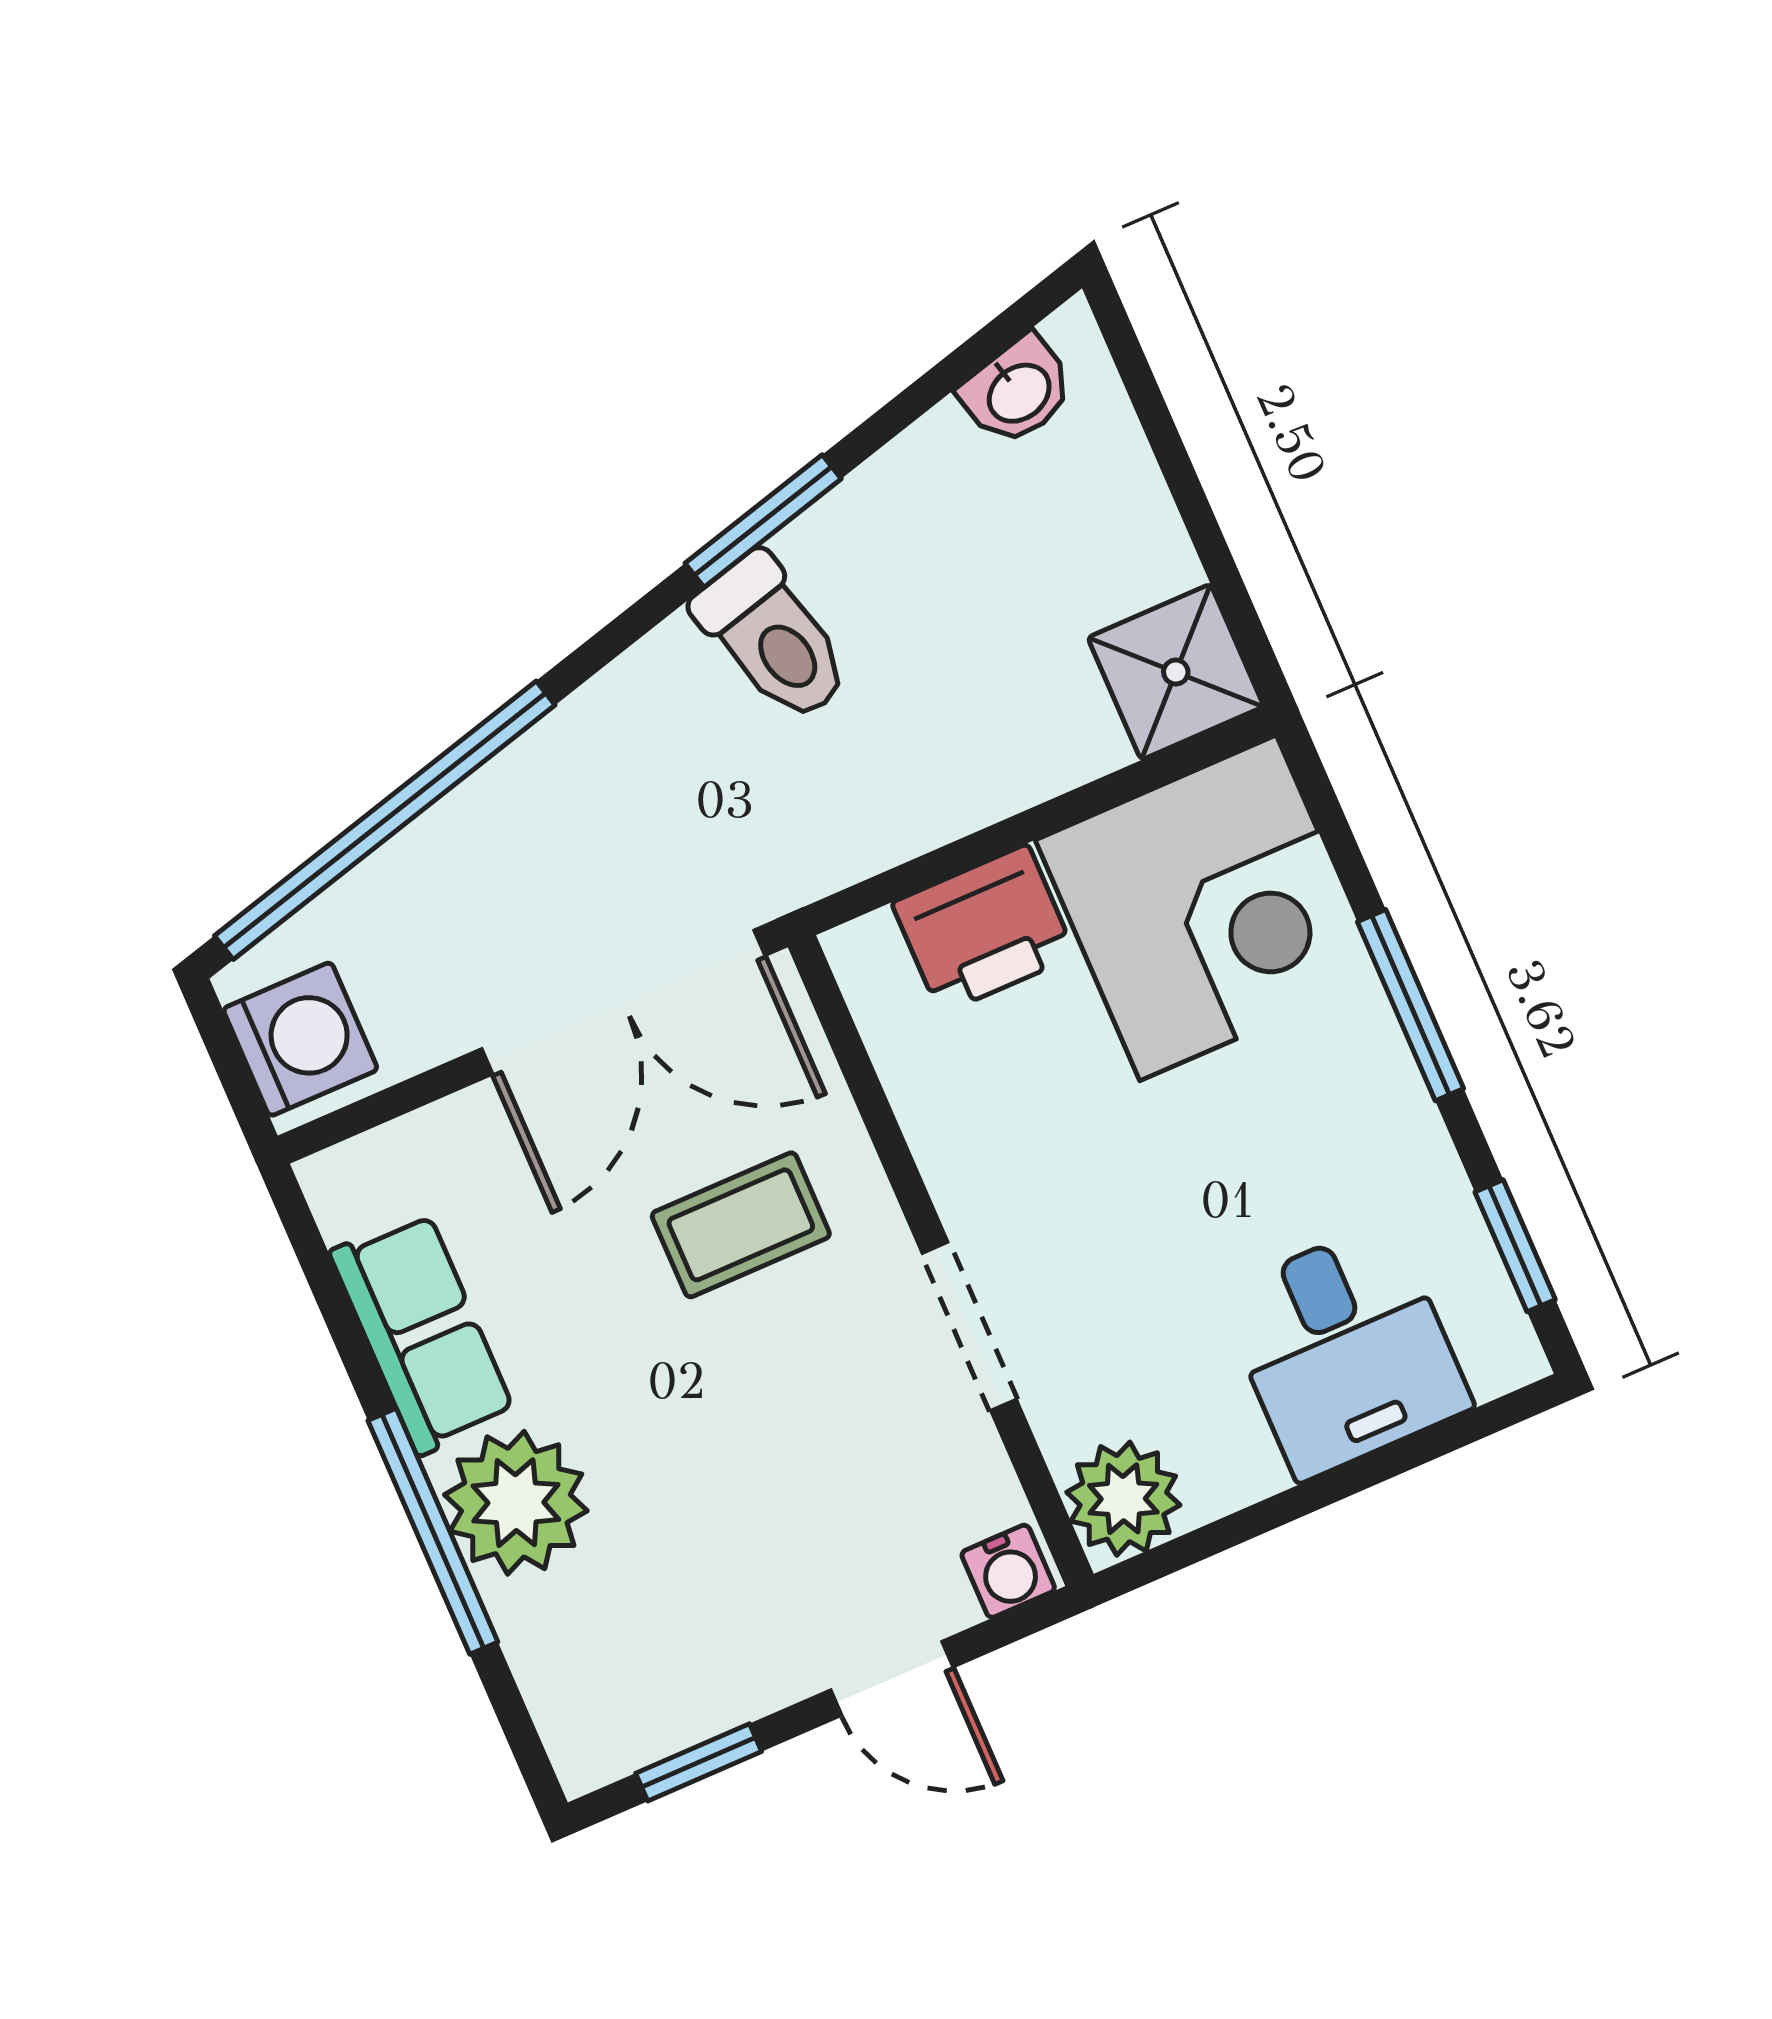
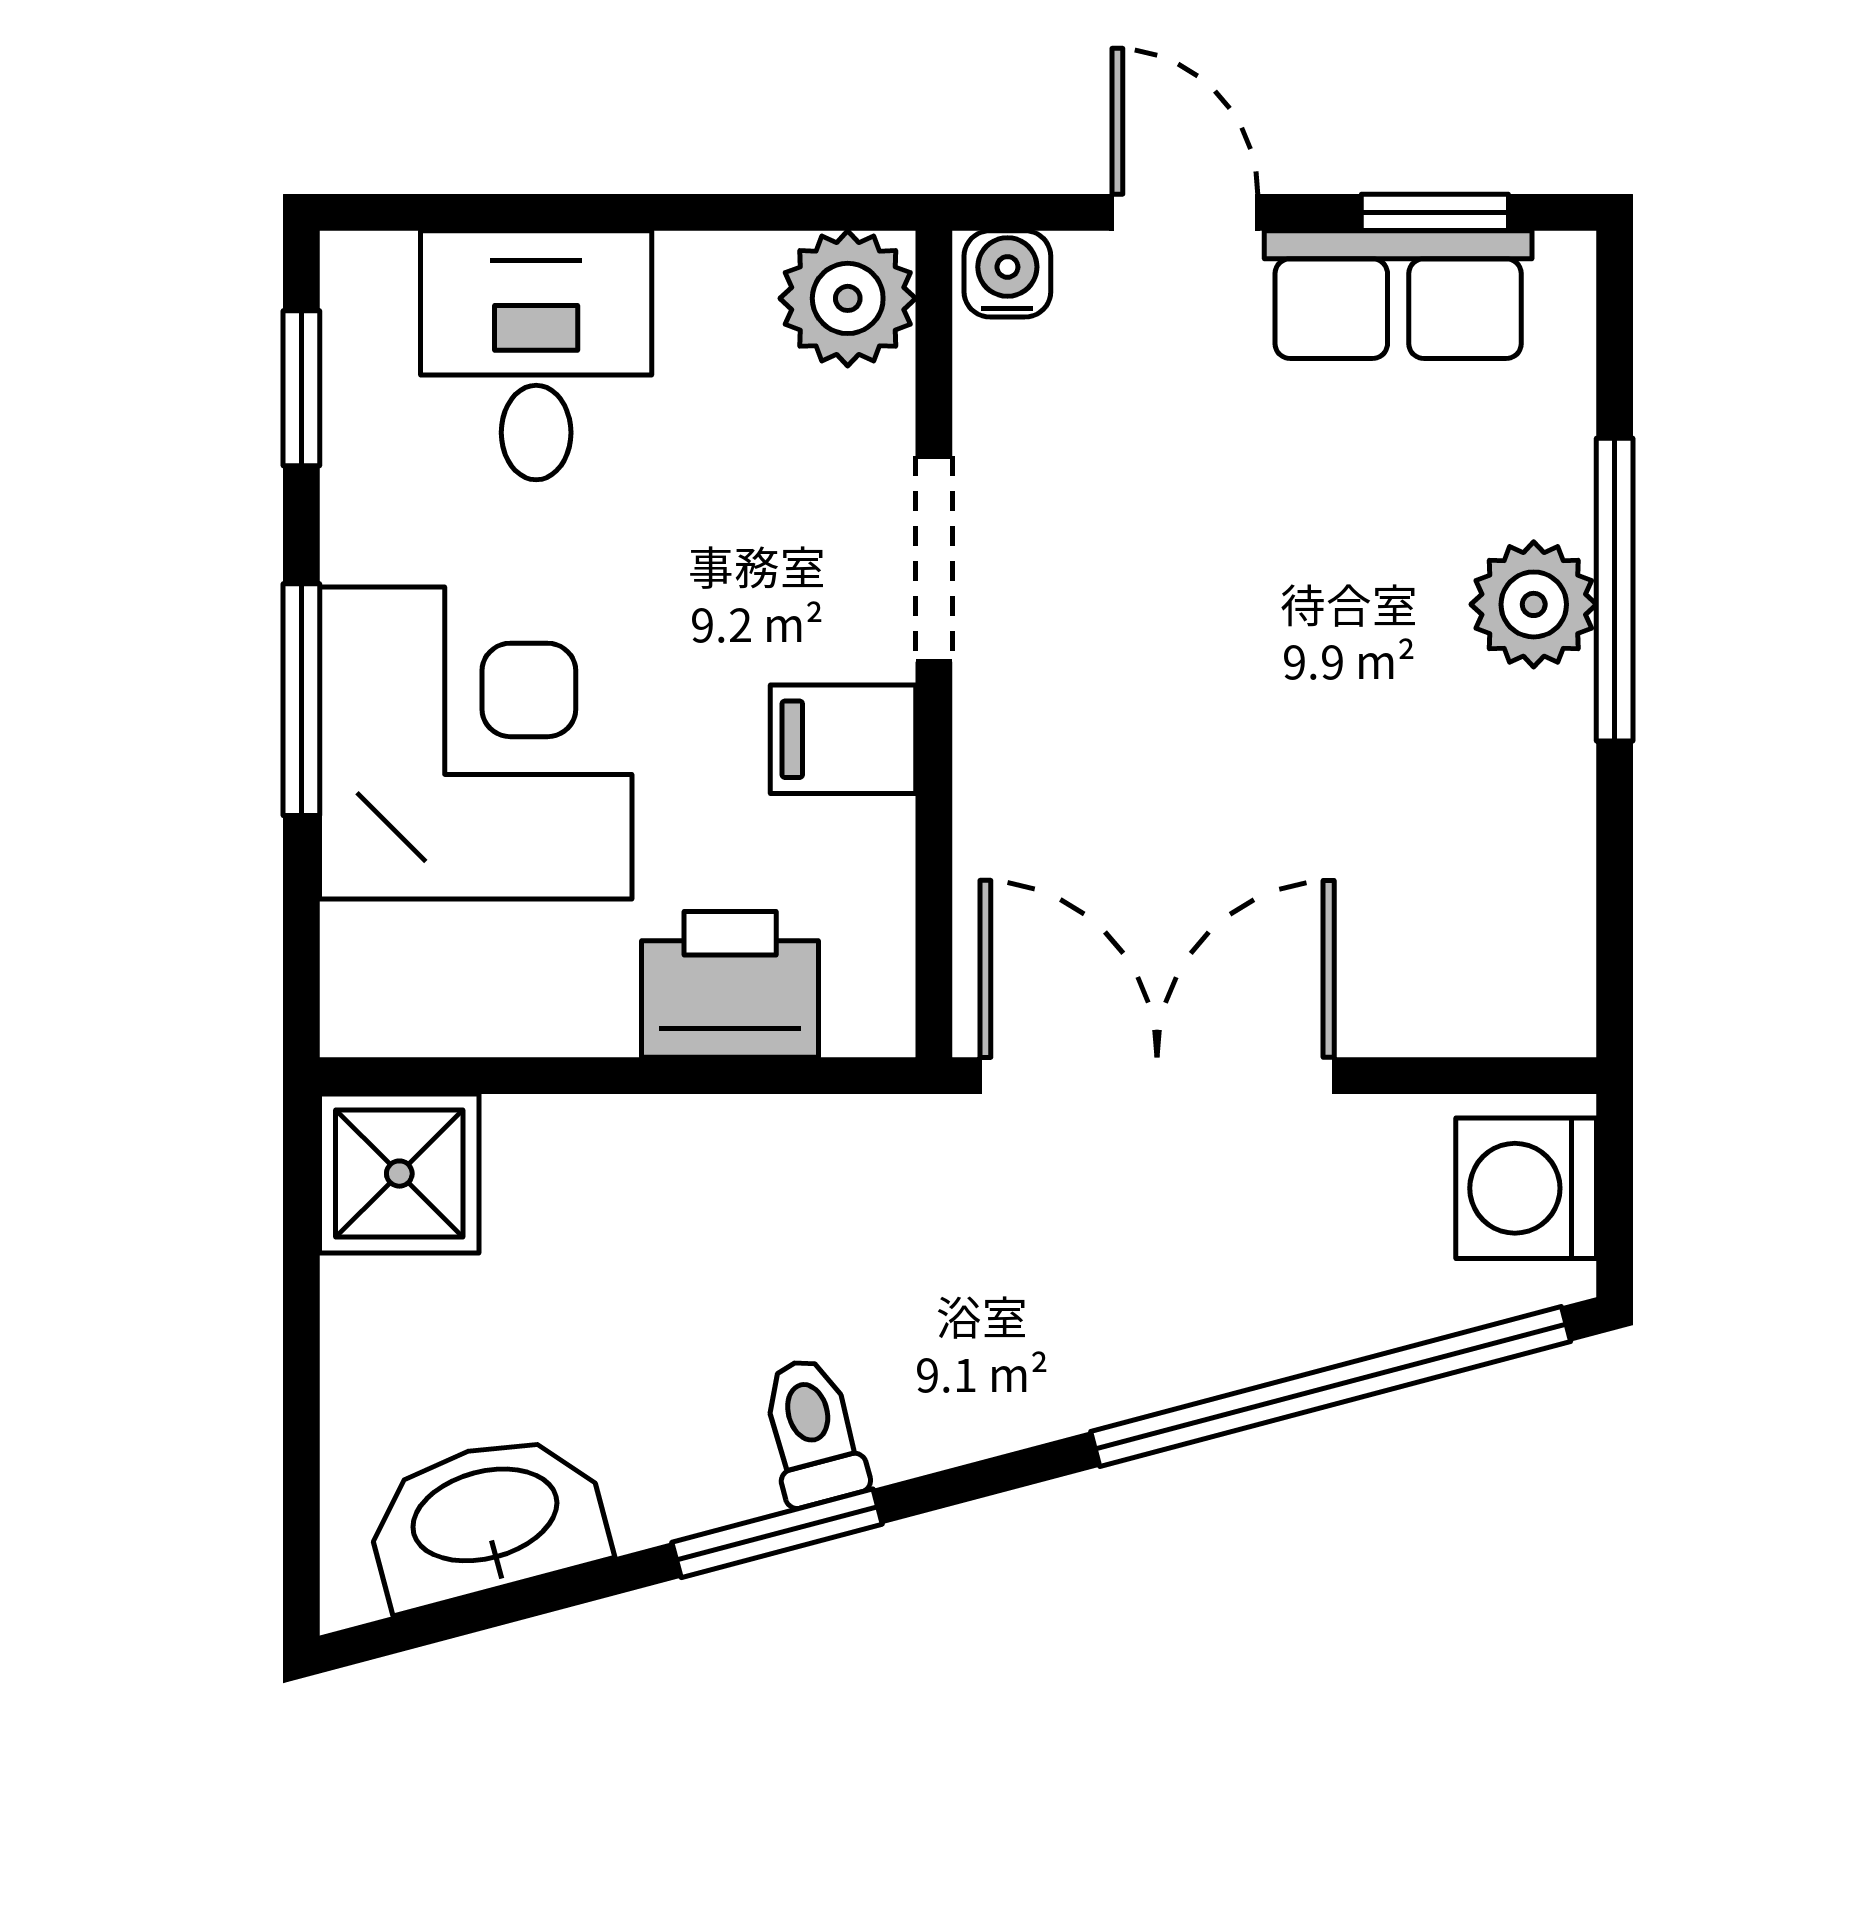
washbasin: (1018, 391) -> (486, 1519), width x1.91, depth x1.45
toilet: (773, 638) -> (813, 1432), width x0.73, depth x0.72
corner desk: (1208, 908) -> (476, 743), moved, turned 90
filing cabinet: (979, 1157) -> (843, 739), added
coffee table: (741, 1225) -> (1135, 778), removed
row of seats: (422, 1333) -> (1398, 295), moved, turned -90
plant: (516, 1503) -> (1534, 604), width x0.73, depth x0.73

